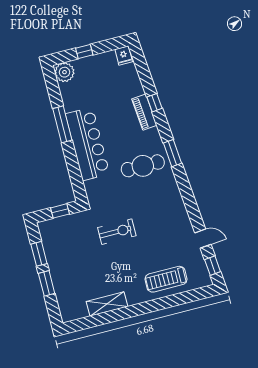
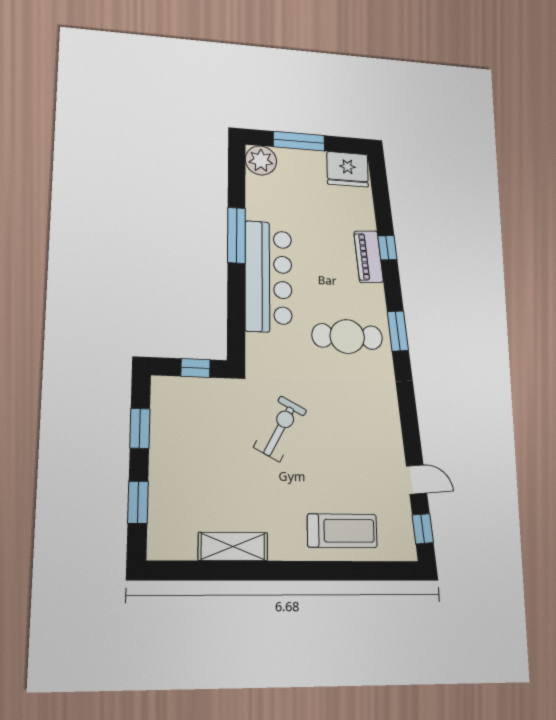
window: (84, 52) -> (299, 141), width x2.17
fridge: (124, 55) -> (348, 169), width x1.88, depth x1.34
exercise bike: (117, 232) -> (280, 429), turned -62
treadmill: (166, 279) -> (342, 531), turned 180
window: (47, 283) -> (138, 502), moved

